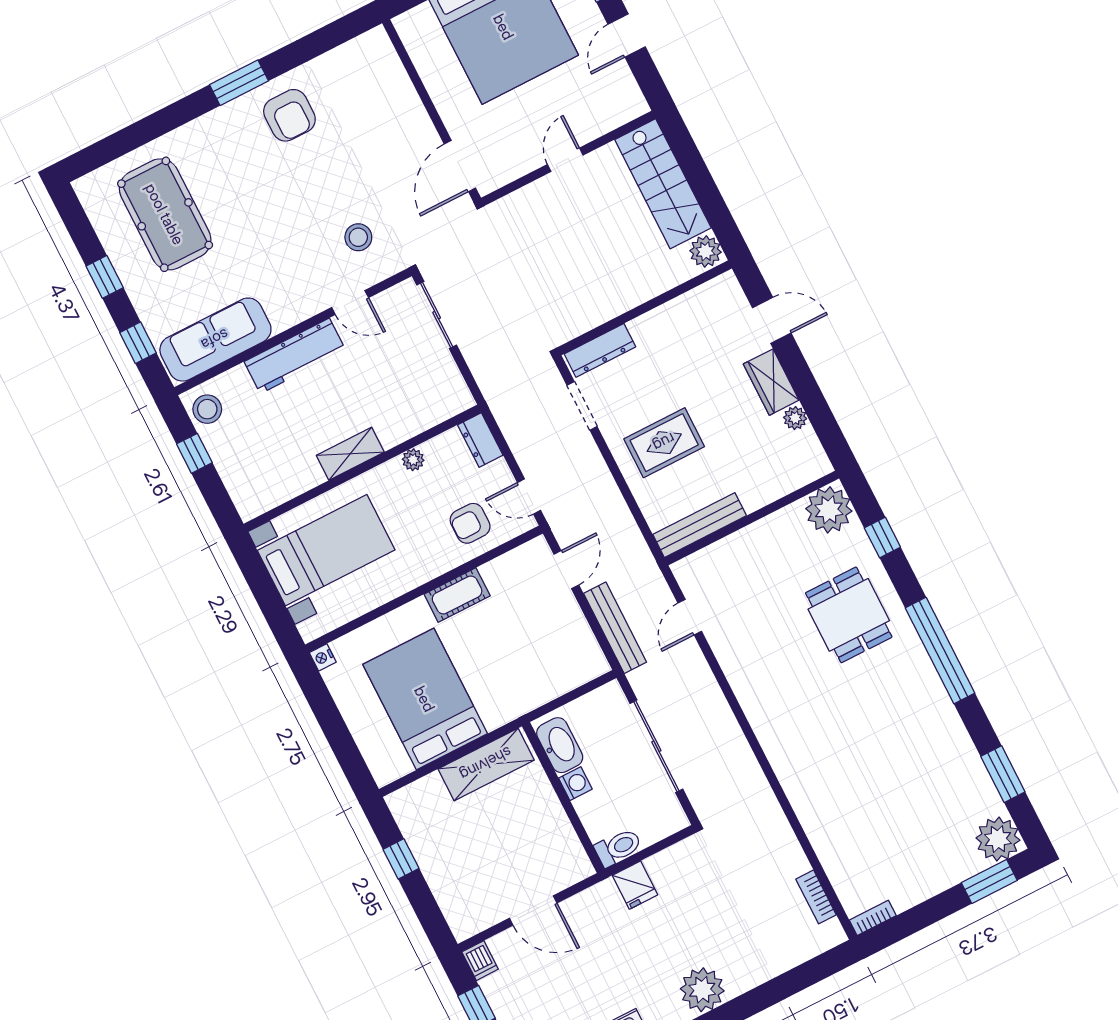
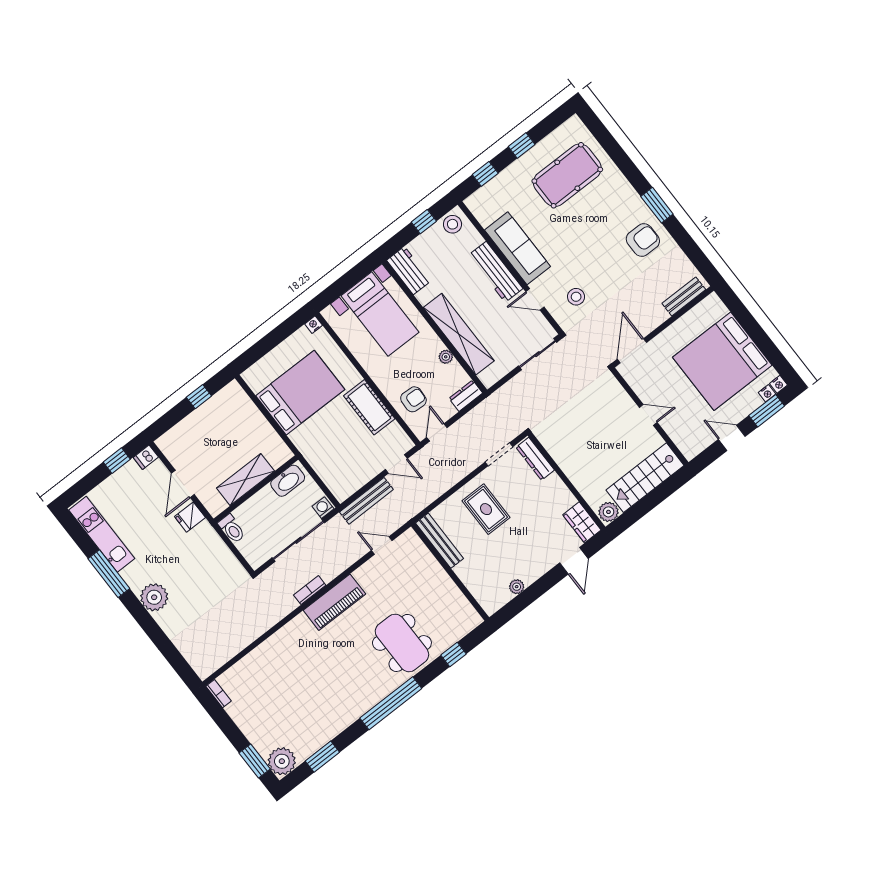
bench: (390, 68) -> (684, 296), added
armchair: (289, 115) -> (643, 240), turned 180
door: (460, 166) -> (632, 351), hinge flipped
door: (350, 303) -> (535, 299), hinge flipped
sofa: (215, 340) -> (517, 248), moved
wardrobe: (771, 382) -> (582, 522), moved, turned -90
shelving: (350, 454) -> (459, 334), width x2.20, depth x1.33
workbench: (267, 492) -> (409, 271), added
plant: (829, 510) -> (464, 618), removed
armchair: (470, 523) -> (413, 399), turned 93
cot: (457, 595) -> (369, 407), width x1.37, depth x1.34
dining table: (849, 615) -> (402, 643), width x1.38
piano: (764, 708) -> (334, 602), added
shelving: (486, 764) -> (245, 480), moved, turned 90
washing machine: (575, 784) -> (323, 508), moved, turned 180
fridge: (635, 885) -> (190, 517), moved
bookcase: (816, 897) -> (310, 590), moved

